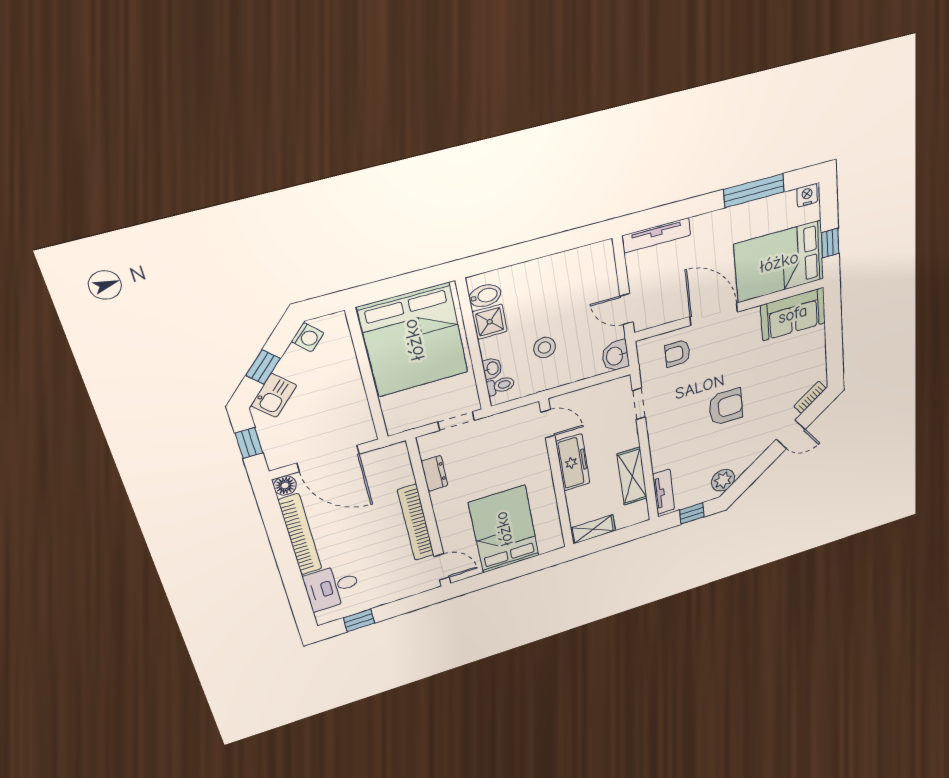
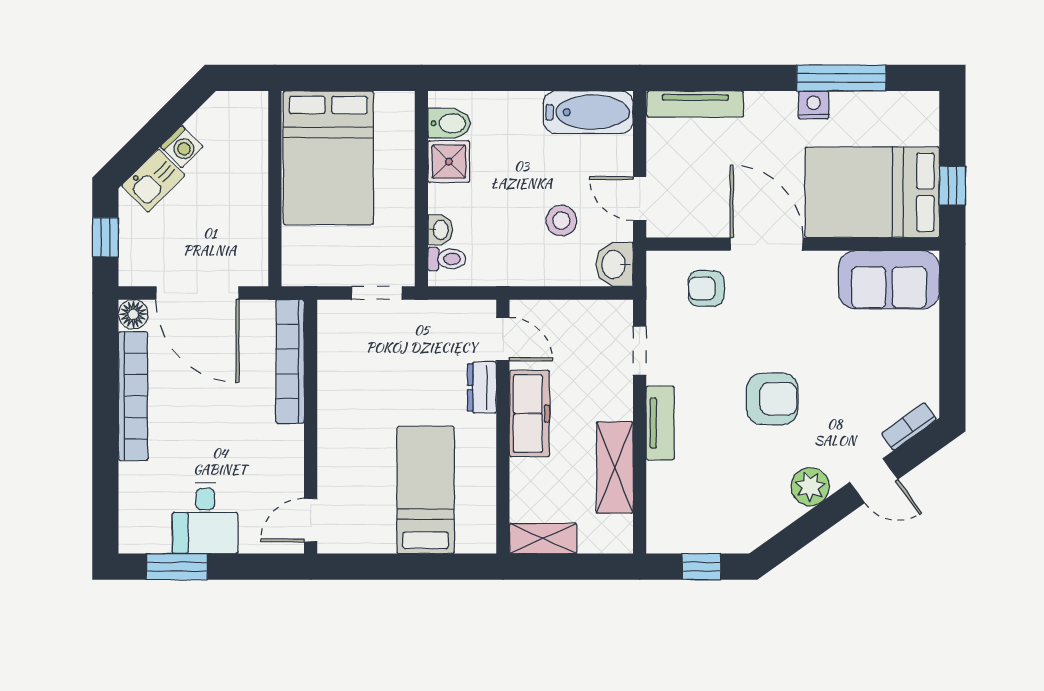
nightstand: (807, 195) -> (814, 105), moved
bathtub: (583, 261) -> (588, 112), added
washing machine: (308, 337) -> (182, 147), moved
bed: (414, 340) -> (328, 158), width x0.73
stool: (545, 348) -> (561, 221), moved
window: (263, 367) -> (151, 138), removed
dresser: (434, 473) -> (482, 388), moved, turned 180
plant: (723, 480) -> (810, 487), moved
tv unit: (664, 492) -> (660, 423), moved
bookcase: (416, 523) -> (290, 361), moved
bed: (504, 529) -> (426, 490), width x0.67
door: (442, 567) -> (311, 520), swing flipped
desk: (332, 587) -> (205, 518), moved, turned -90
window: (359, 620) -> (177, 567), width x1.50

